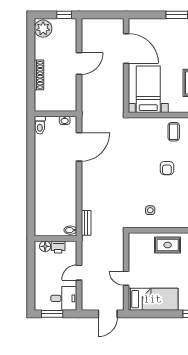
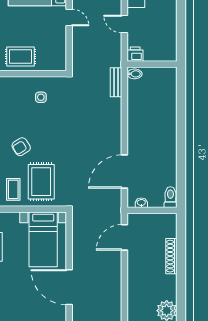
door: (79, 63) -> (124, 237), moved
rug: (150, 138) -> (41, 182), added
armchair: (167, 168) -> (21, 147), turned -122
floor lamp: (45, 246) -> (164, 55), removed
printer: (58, 247) -> (135, 54), moved
door: (79, 273) -> (124, 24), swing flipped

